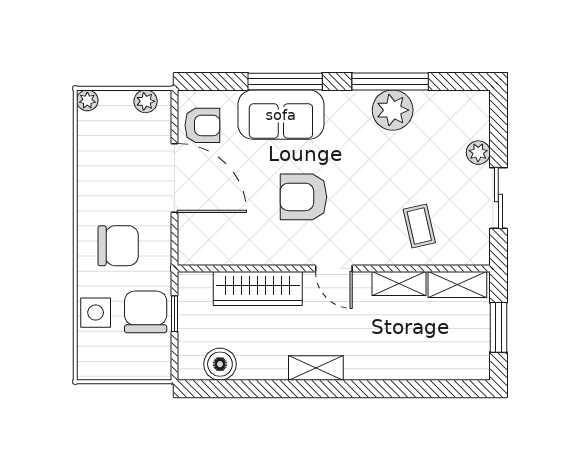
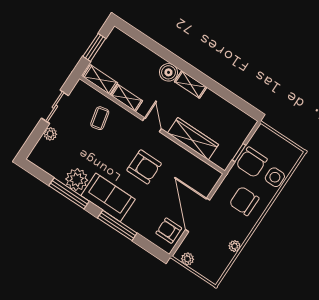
plant: (87, 100) -> (235, 246), moved
sofa: (281, 115) -> (108, 197), moved
boiler: (220, 364) -> (168, 72), moved

